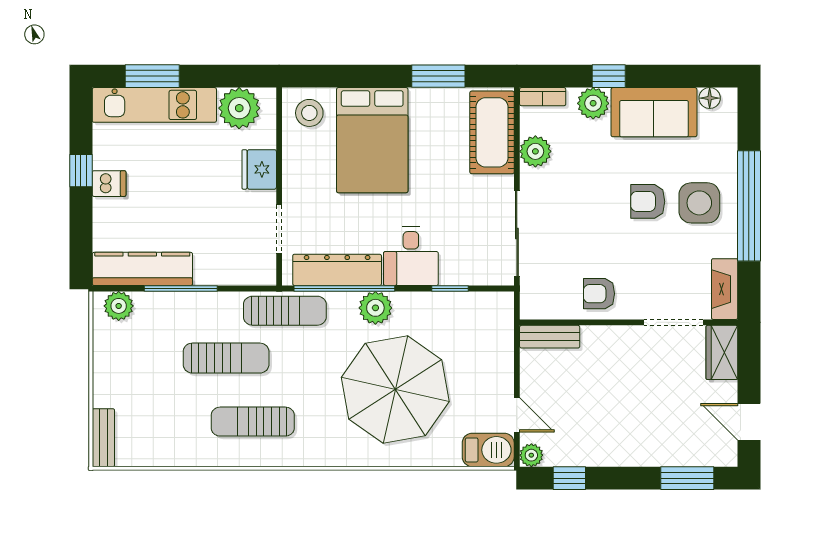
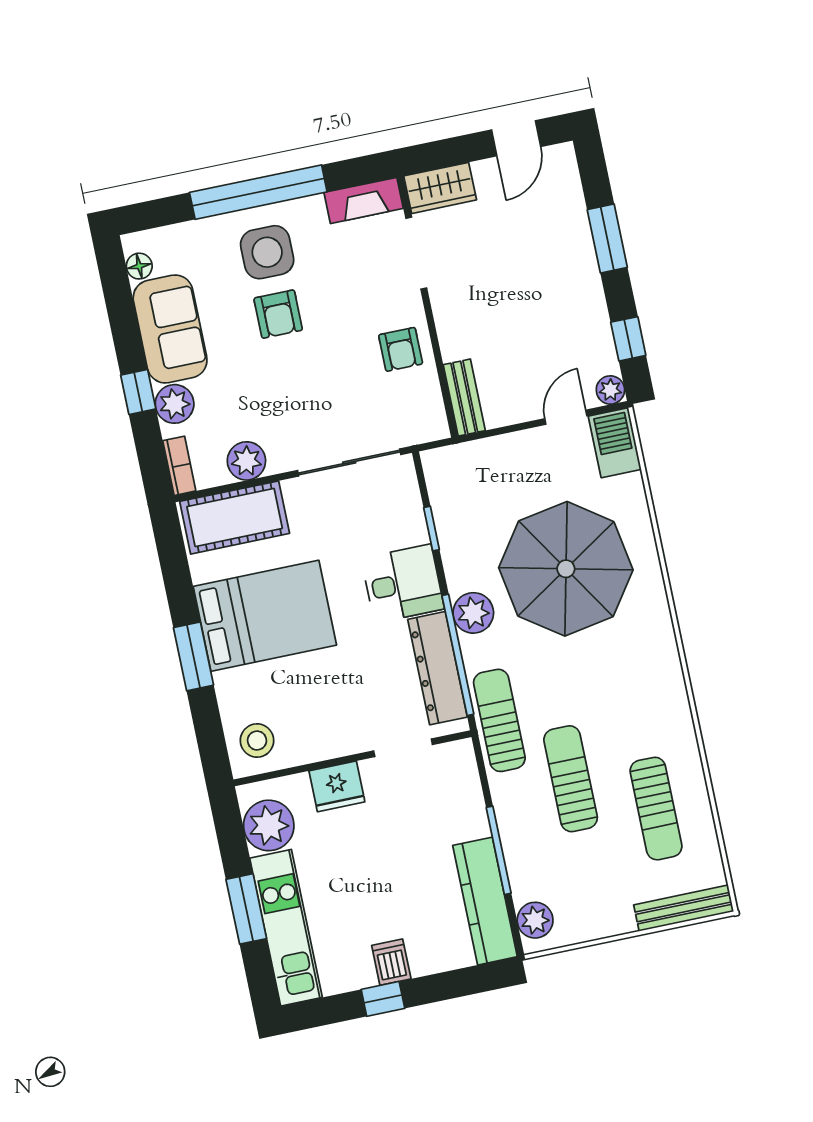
window: (152, 76) -> (246, 909), moved
window: (438, 76) -> (193, 656), moved
bed: (372, 140) -> (265, 616), moved
sun lounger: (253, 422) -> (656, 809), moved
bench: (103, 438) -> (684, 908), width x1.36
window: (687, 478) -> (607, 239), moved

